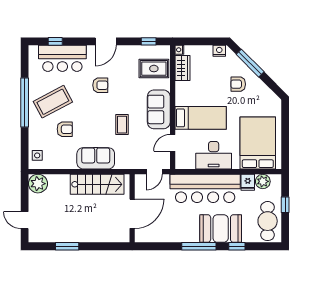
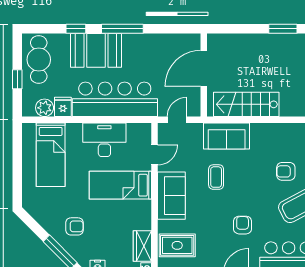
armchair: (100, 85) -> (243, 225), turned 90
bed: (258, 143) -> (51, 155), width x0.67
sofa: (96, 158) -> (227, 136), moved

